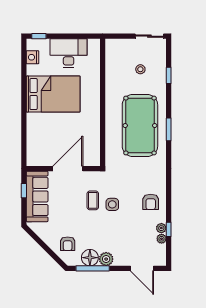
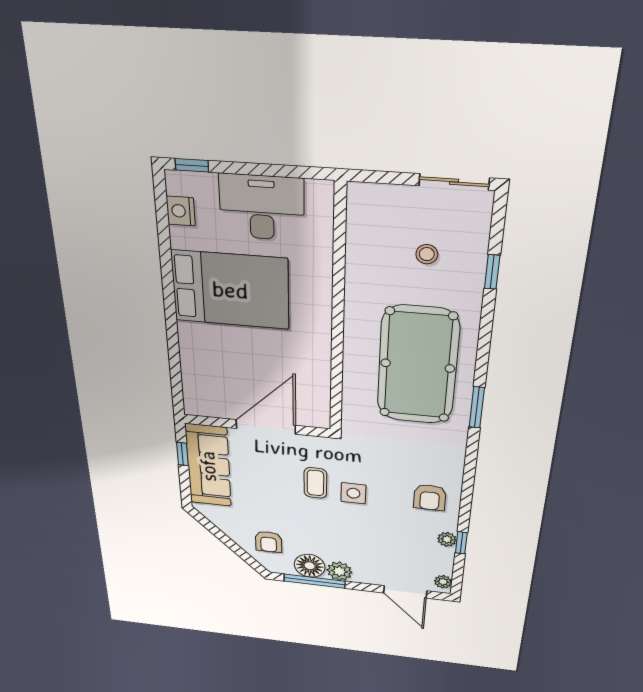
window: (169, 129) -> (477, 407), moved
plant: (162, 239) -> (443, 582), moved

